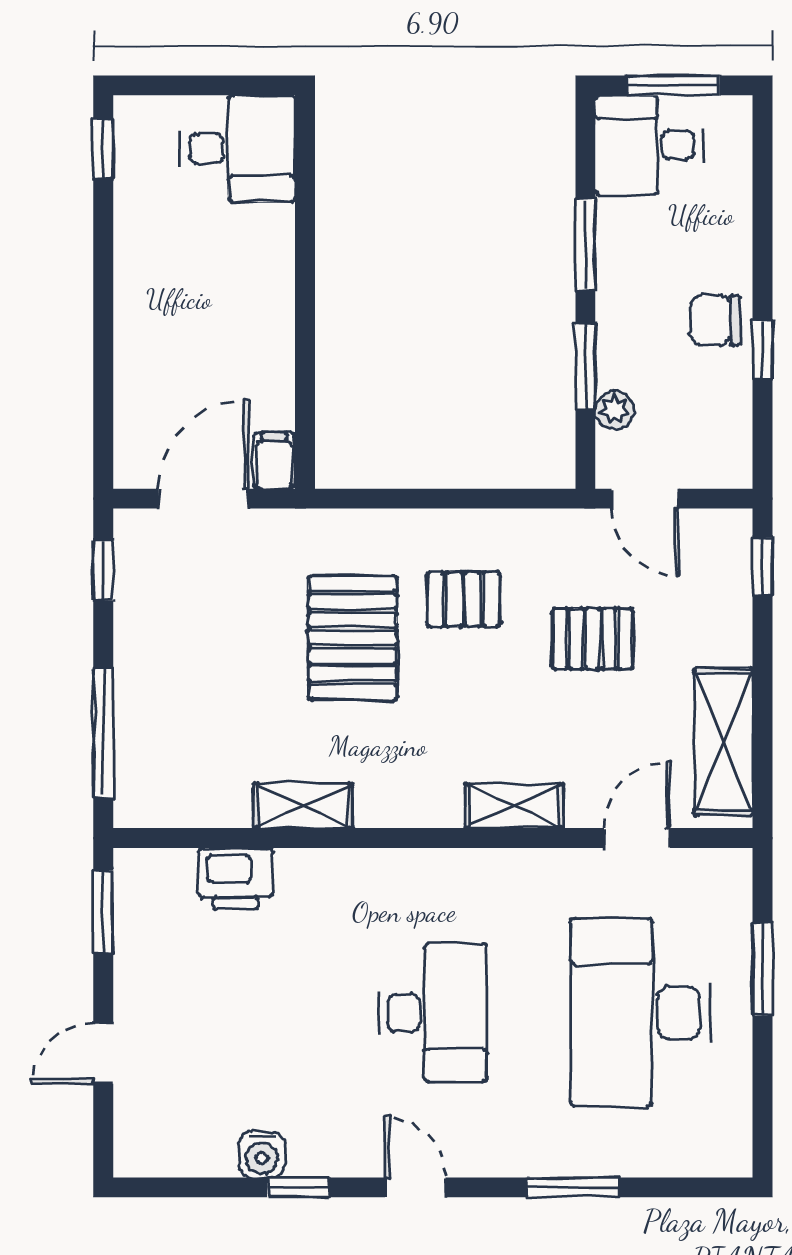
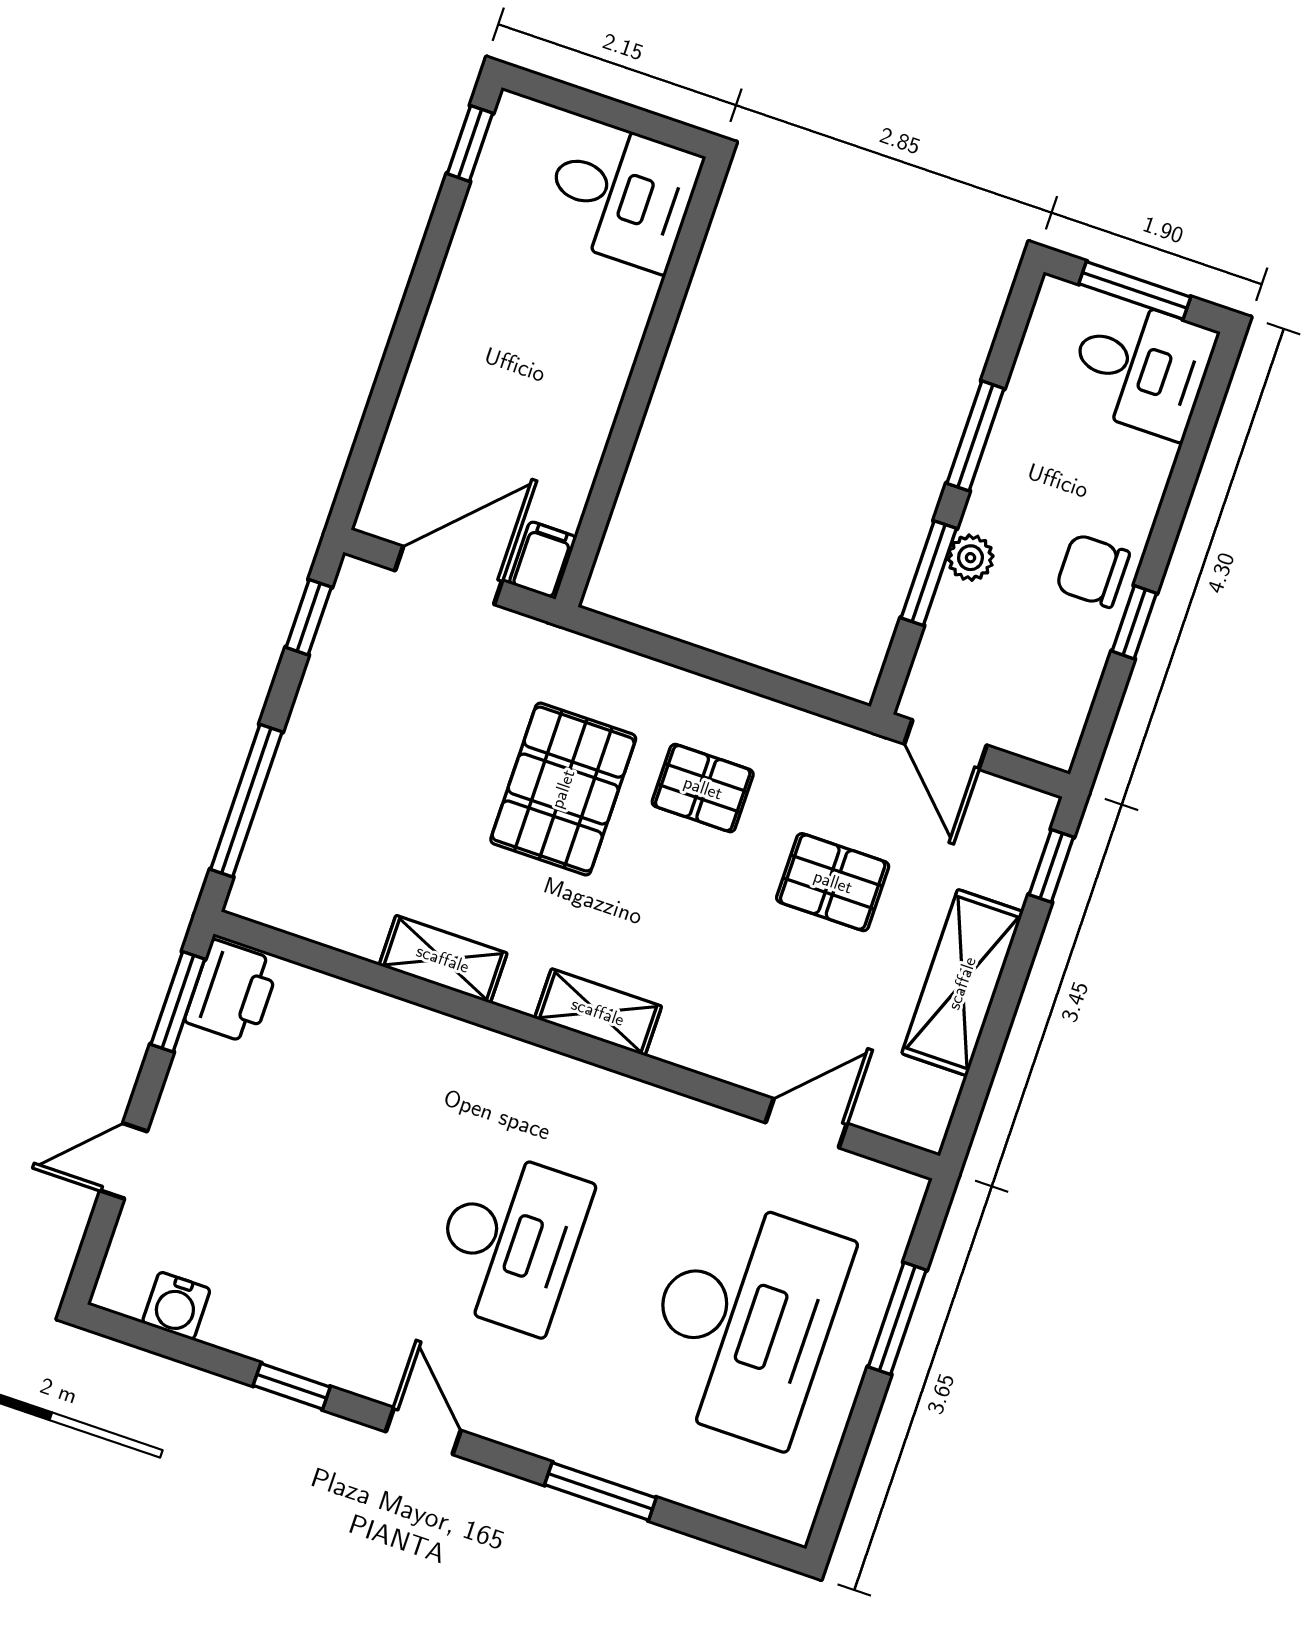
desk: (649, 145) -> (1141, 367), moved, turned 180
plant: (614, 410) -> (970, 558), moved
shelving: (723, 742) -> (962, 983), moved
shelving: (514, 806) -> (598, 1012), moved
printer: (236, 879) -> (232, 992), moved, turned -90
desk: (641, 1013) -> (744, 1321), turned 180
water cooler: (262, 1155) -> (176, 1306), moved

